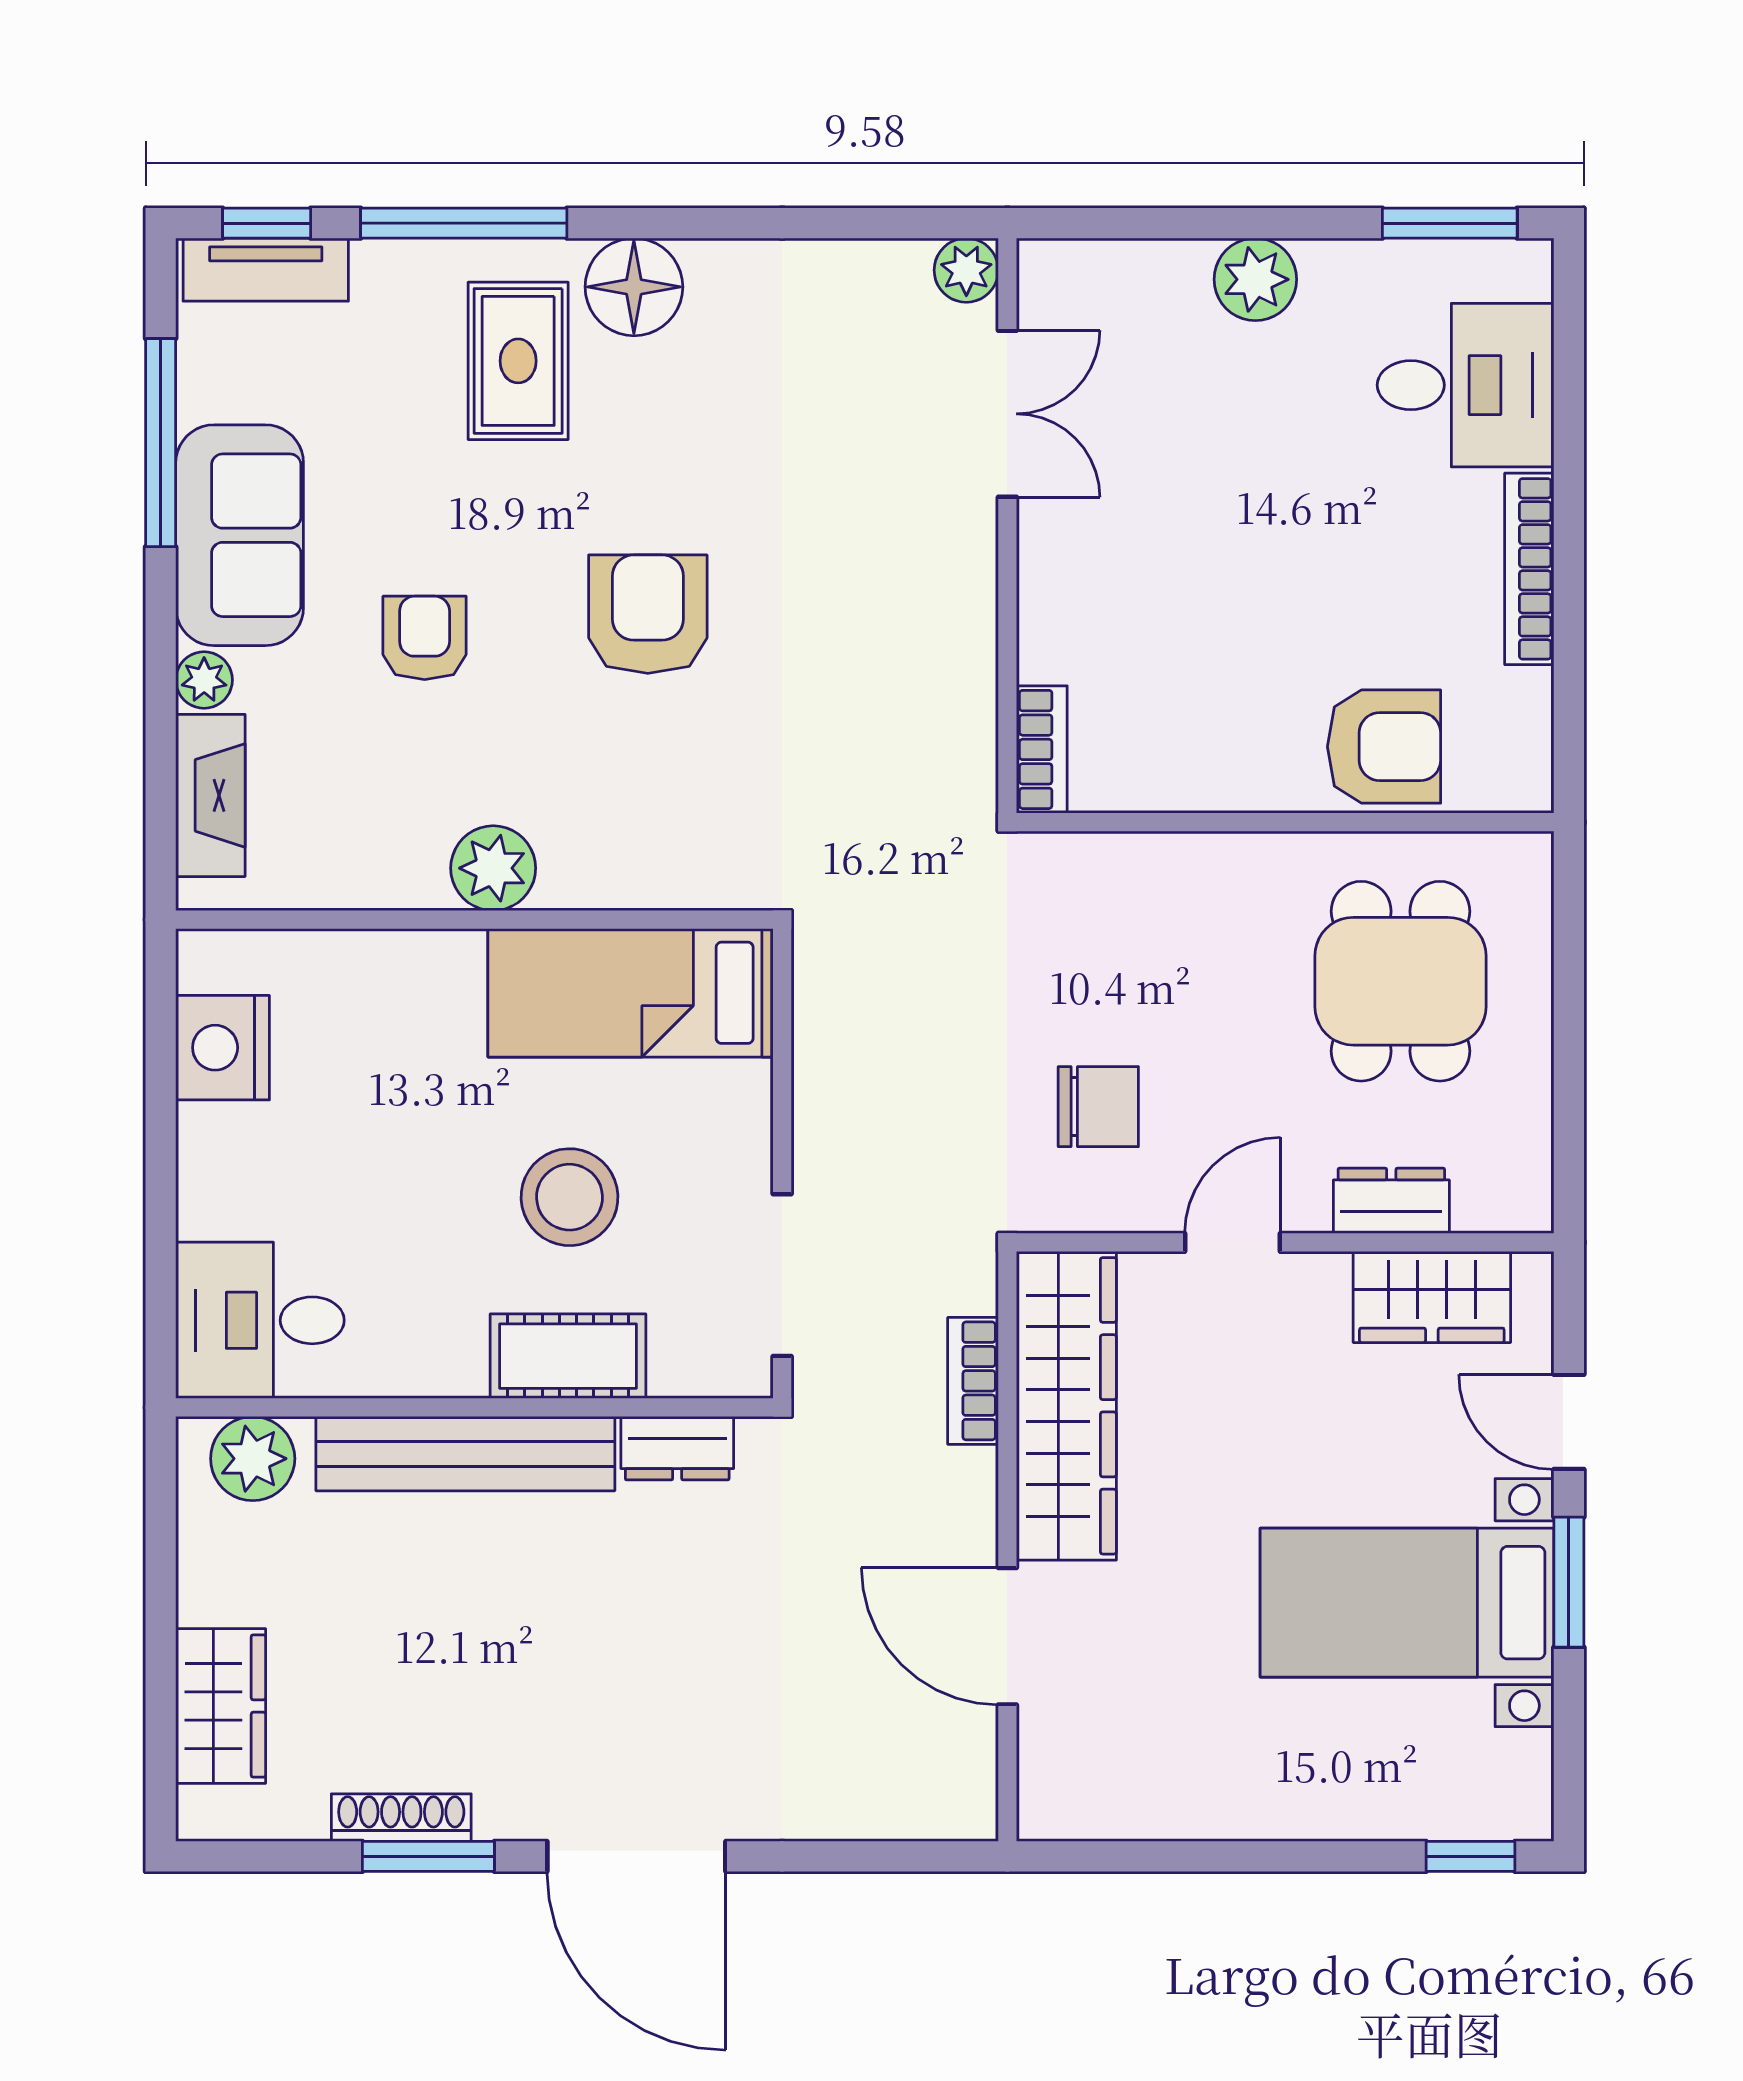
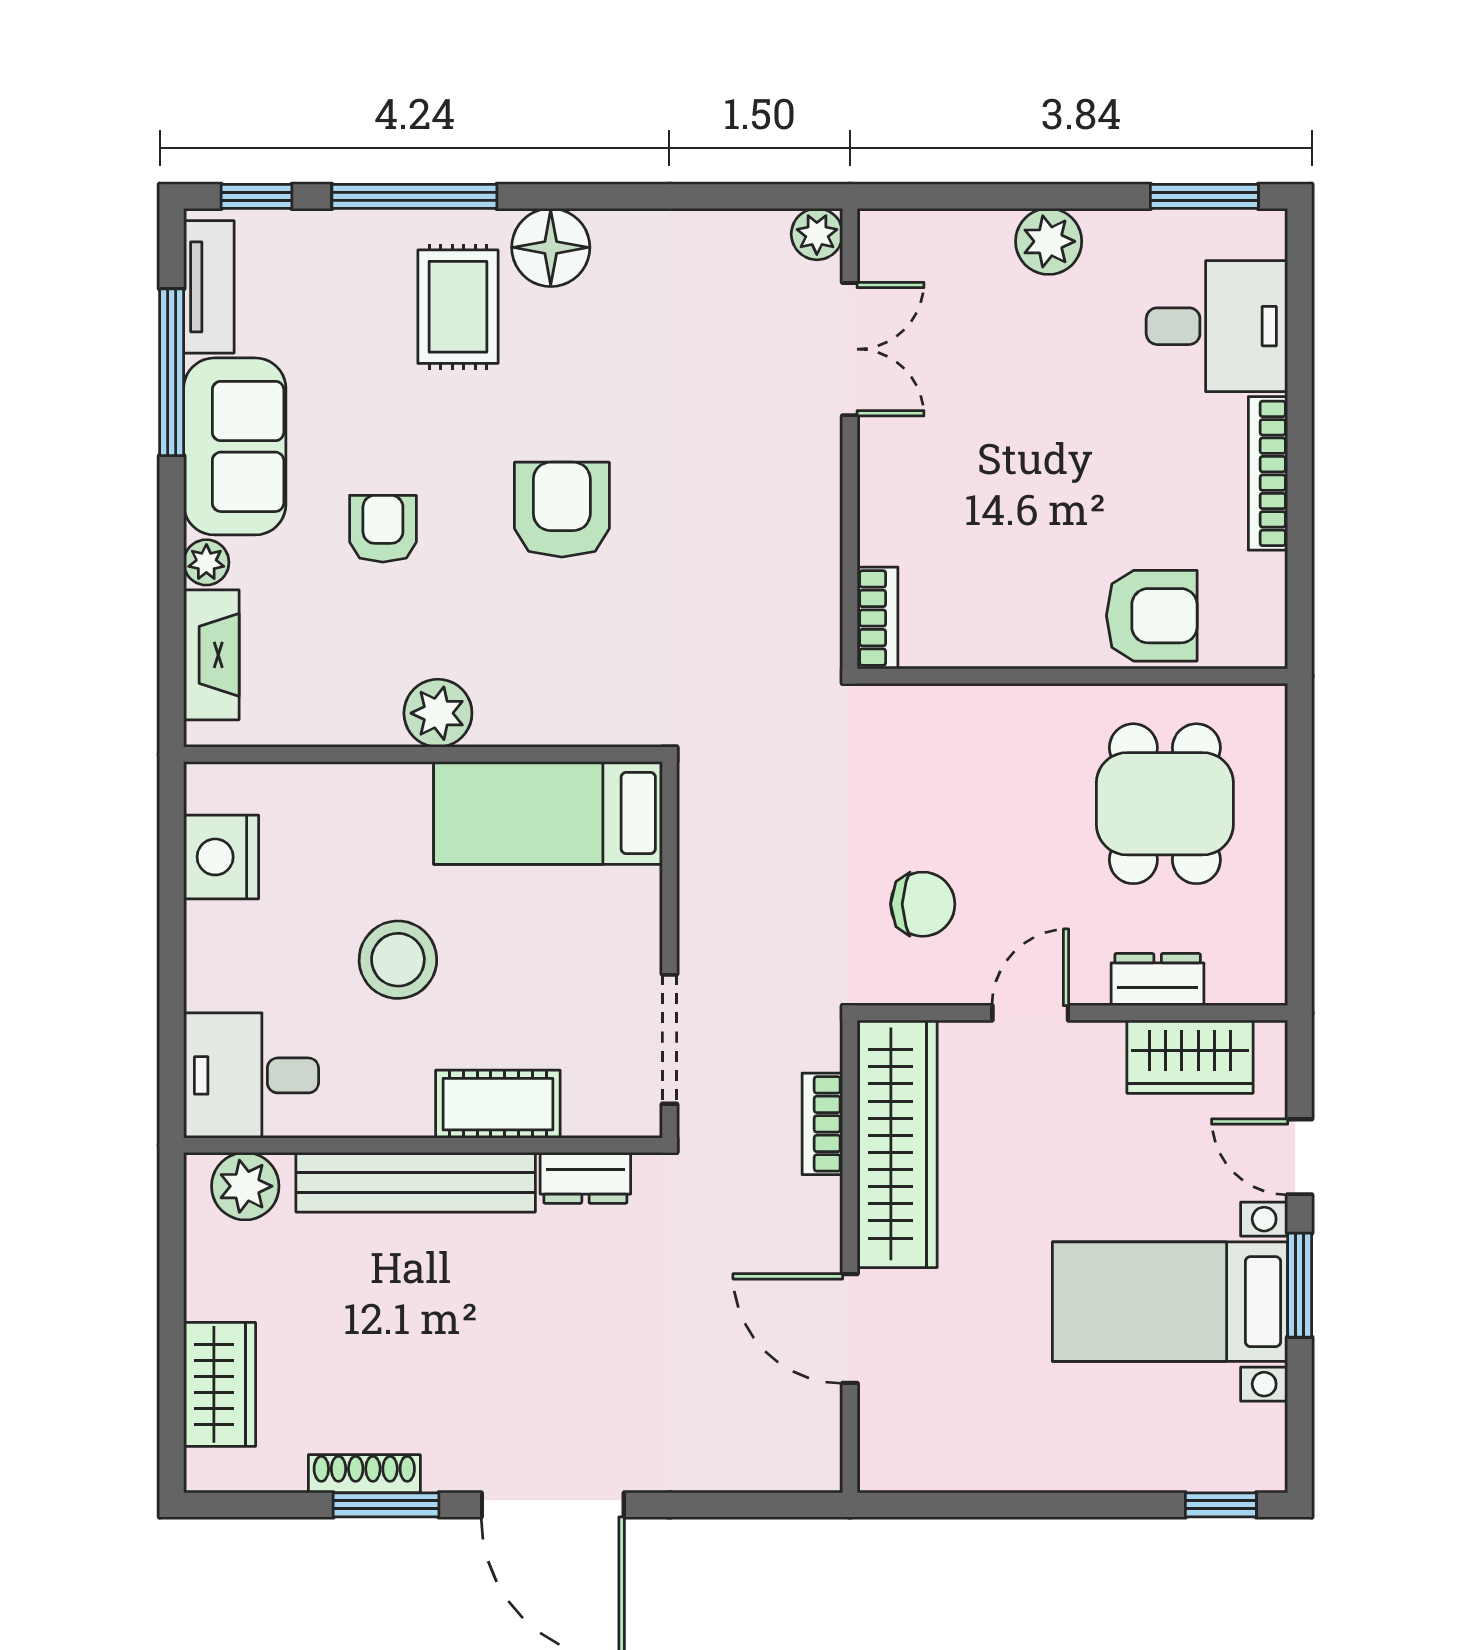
tv unit: (266, 270) -> (209, 287), moved, turned -90
stool: (569, 1197) -> (398, 960), moved

